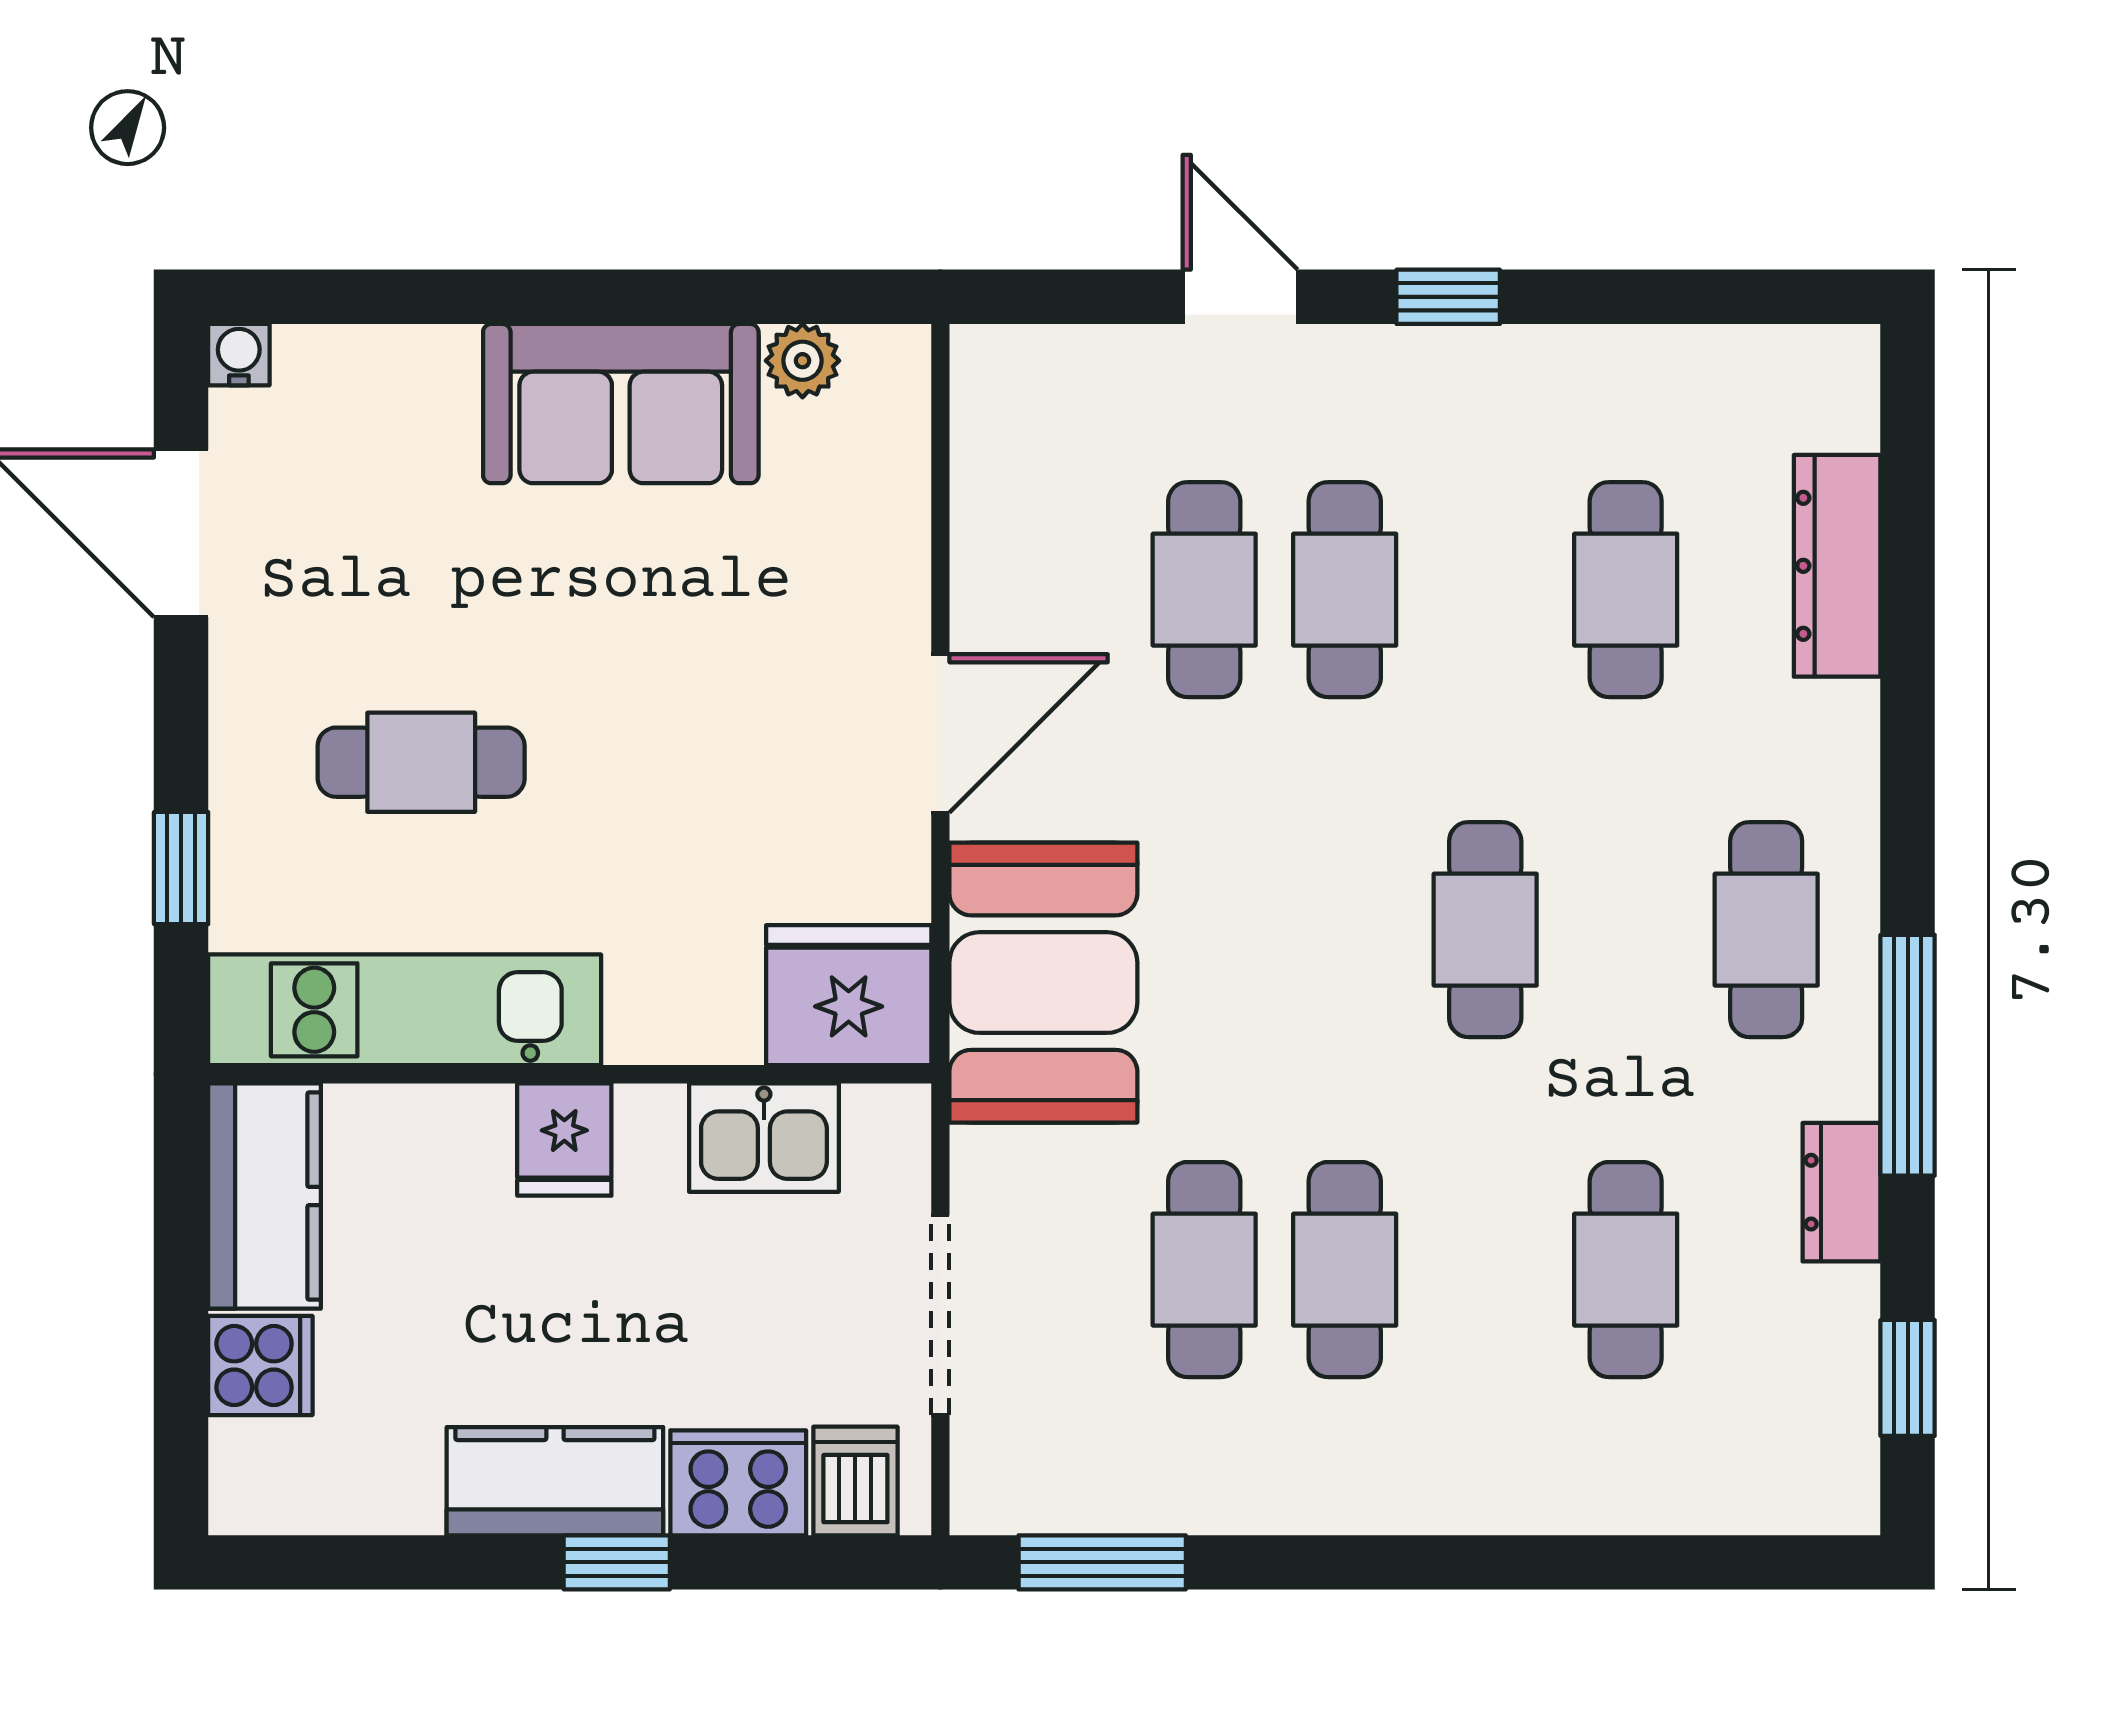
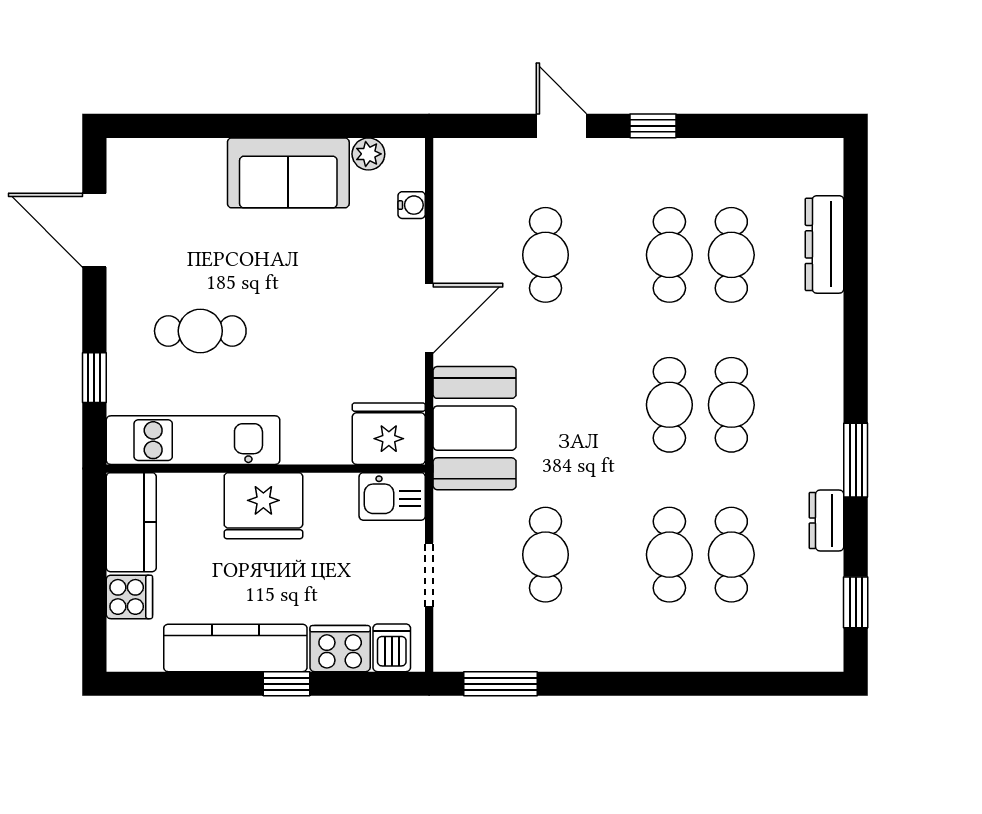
water cooler: (239, 355) -> (412, 205), moved, turned 90
cafe table: (1345, 590) -> (669, 255), moved
cafe table: (1766, 930) -> (731, 405), moved
window: (1908, 1055) -> (856, 460), width x0.69
kitchen sink: (764, 1138) -> (392, 496), moved
fridge: (564, 1139) -> (263, 506), width x1.88, depth x1.34
cafe table: (1345, 1270) -> (669, 555), moved
doorway: (940, 1315) -> (429, 575), width x0.73
kitchen counter: (555, 1481) -> (235, 648), width x1.50

